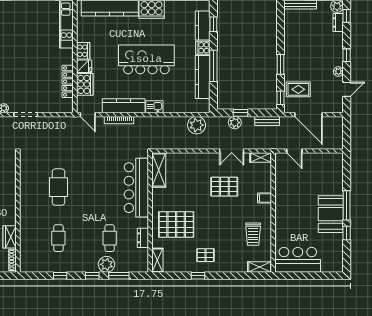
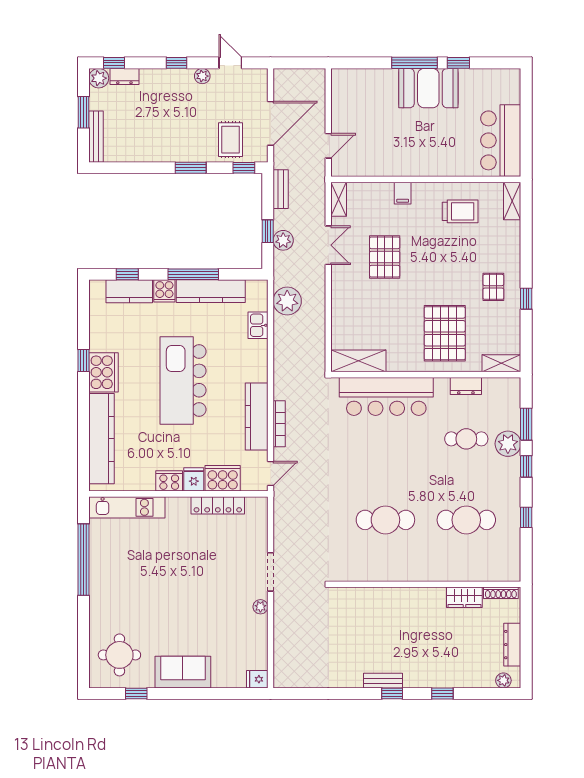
kitchen sink: (154, 107) -> (258, 325), moved
cafe table: (58, 238) -> (466, 520), width x1.37, depth x1.35

